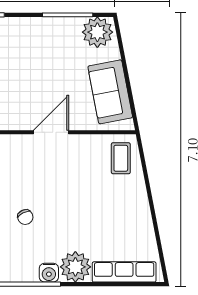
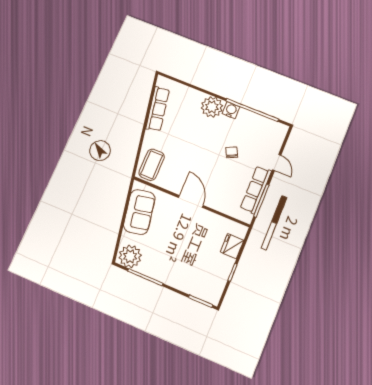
door: (51, 132) -> (191, 201), swing flipped
coffee table: (121, 158) -> (152, 165), width x1.36, depth x1.30
row of seats: (124, 272) -> (158, 109), moved, turned -101

